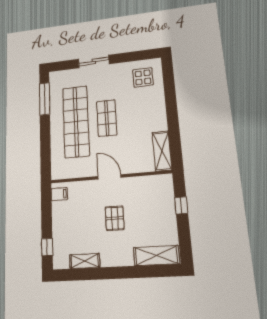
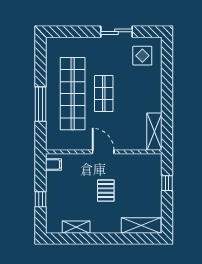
sliding door: (94, 62) -> (116, 32), moved
window: (45, 99) -> (41, 104), moved
window: (47, 247) -> (41, 199), moved

